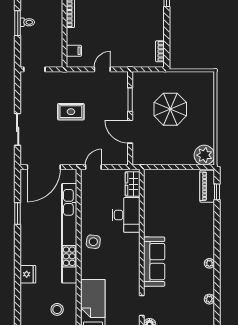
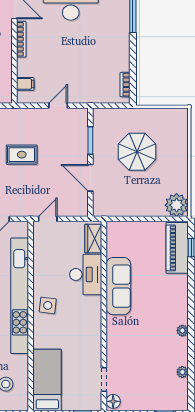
piano: (207, 186) -> (177, 248), width x1.37, depth x1.33
sofa: (154, 262) -> (118, 286), moved

